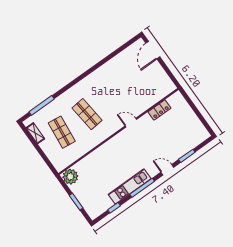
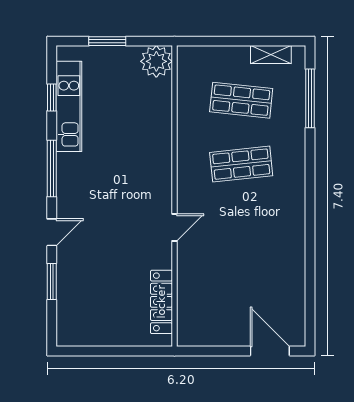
locker: (159, 110) -> (161, 302), width x1.53
kitchen unit: (130, 186) -> (69, 106), moved

